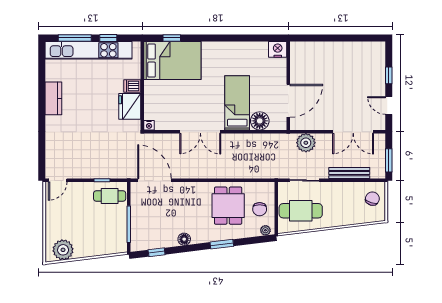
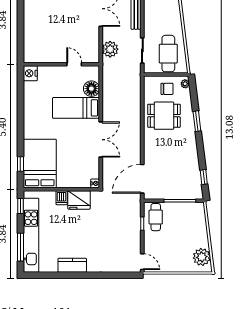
window: (108, 38) -> (20, 206), moved
door: (288, 101) -> (74, 64), width x0.53
floor lamp: (184, 239) -> (193, 153), removed

